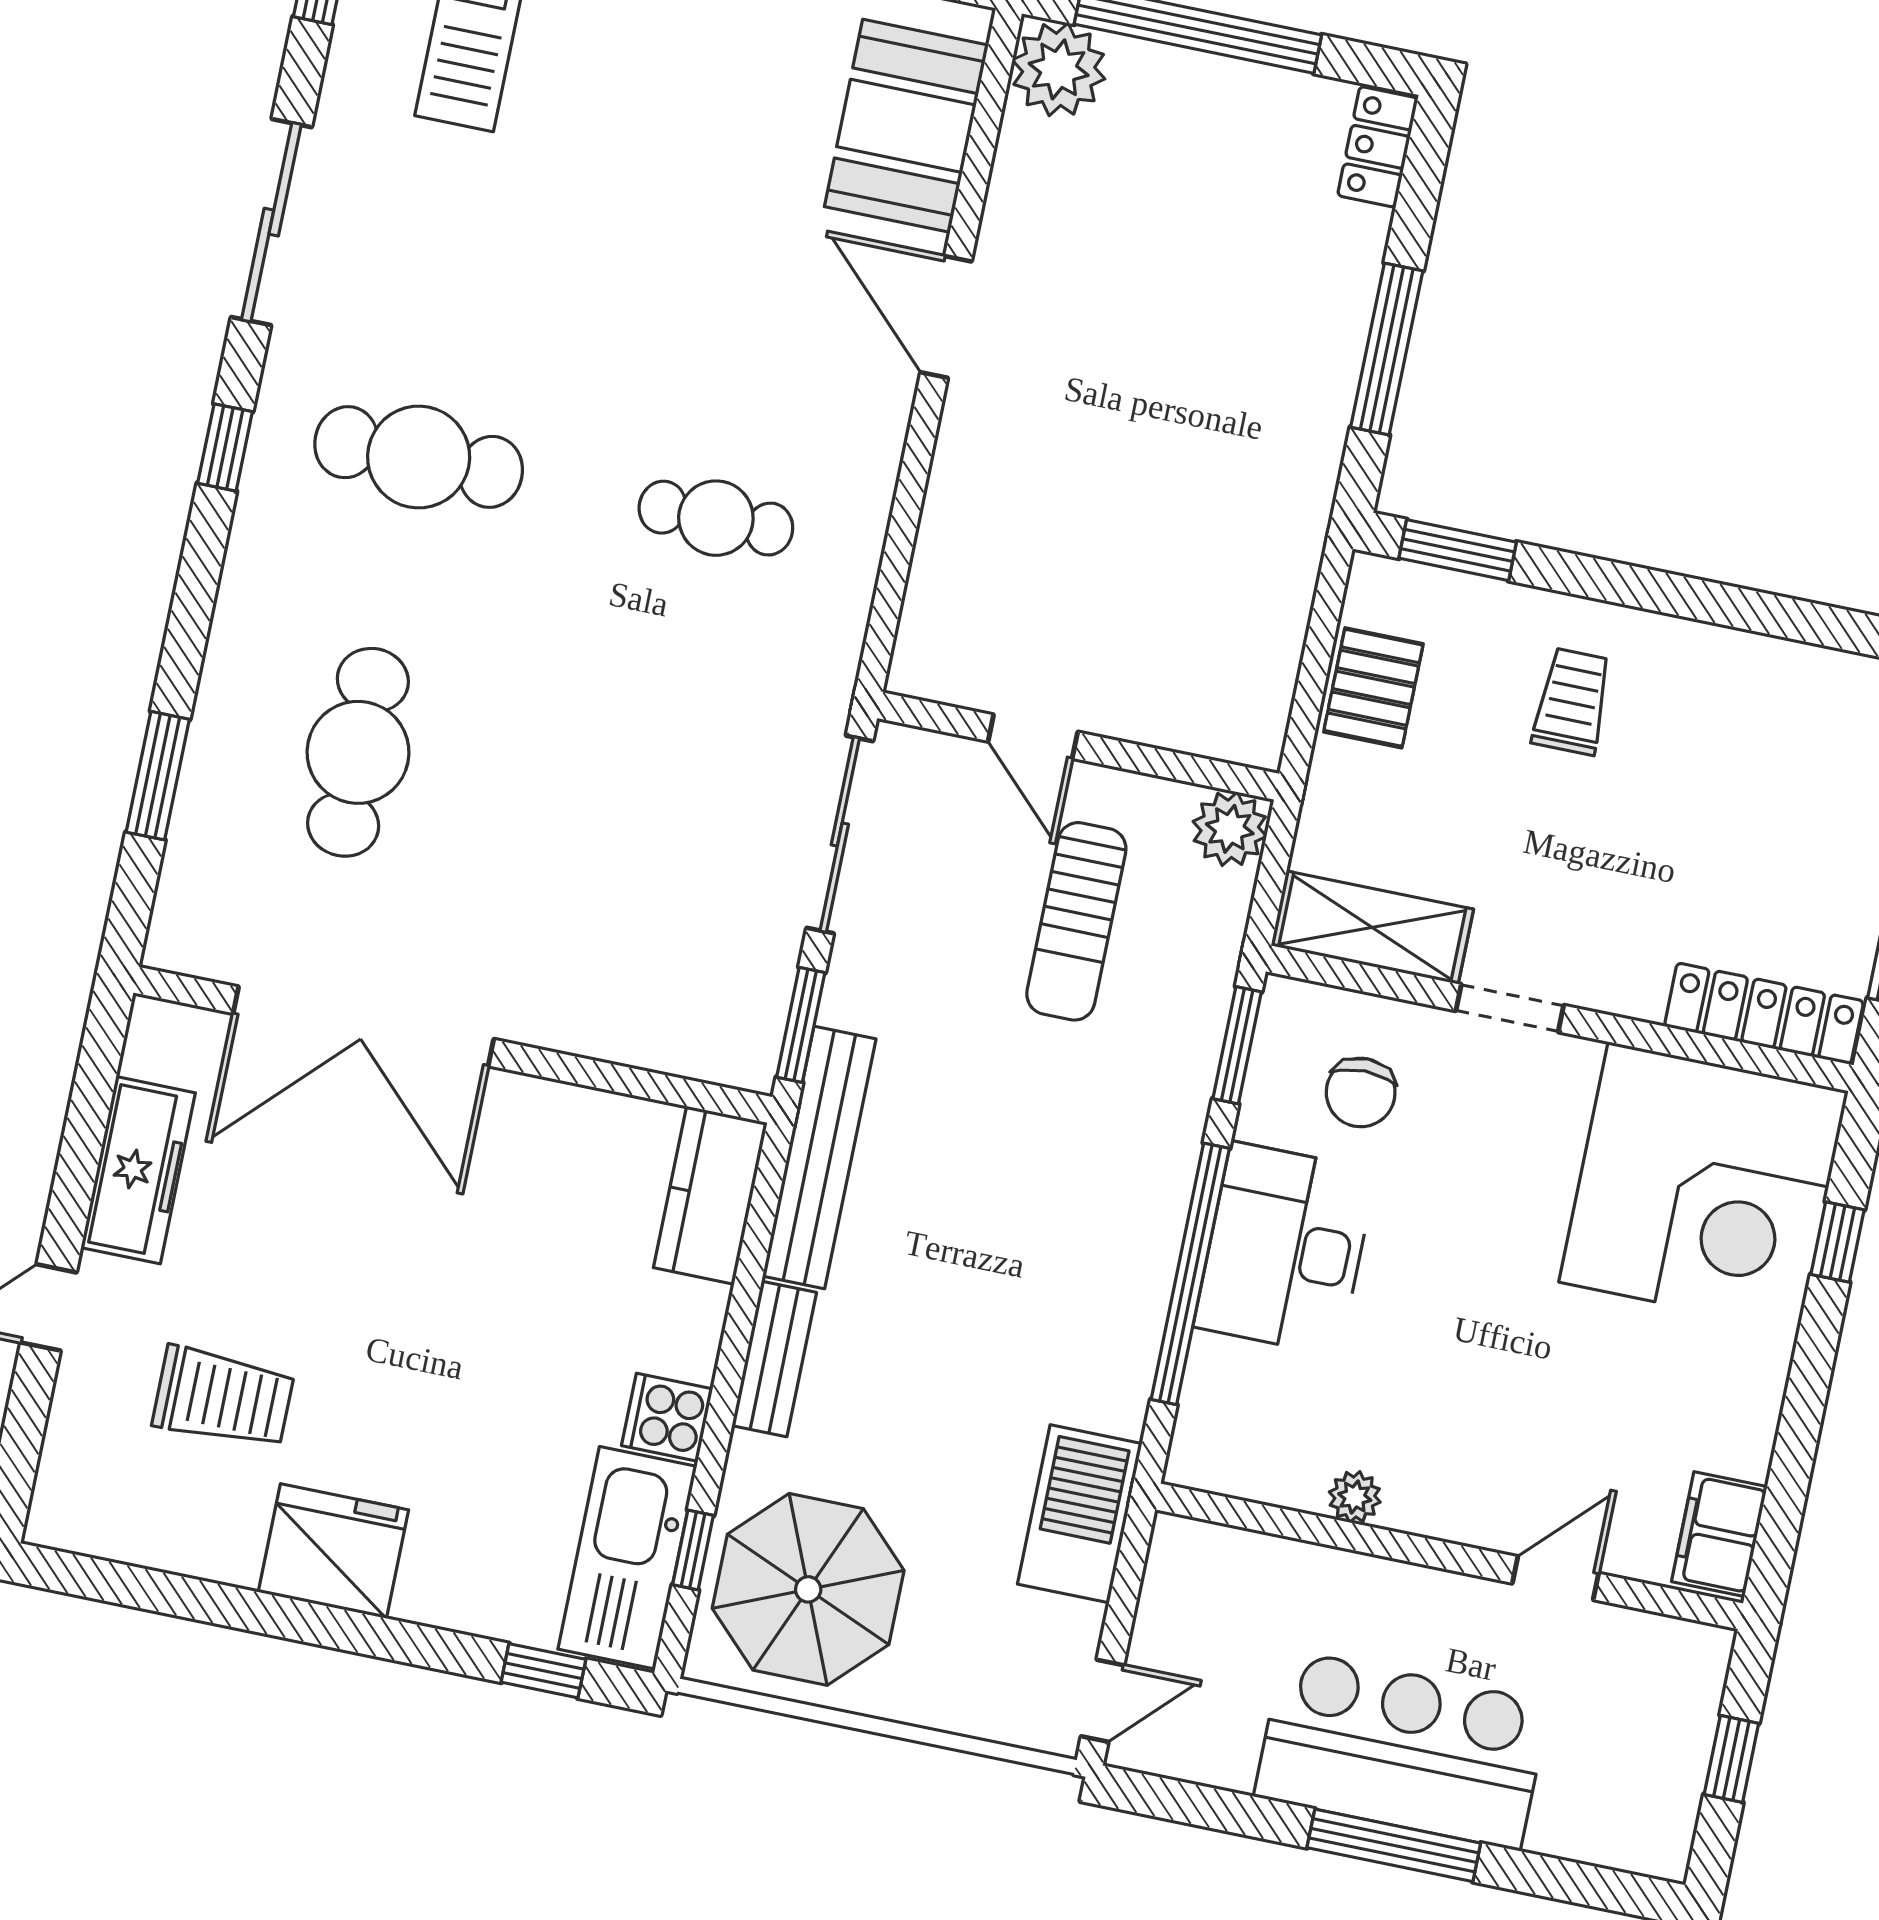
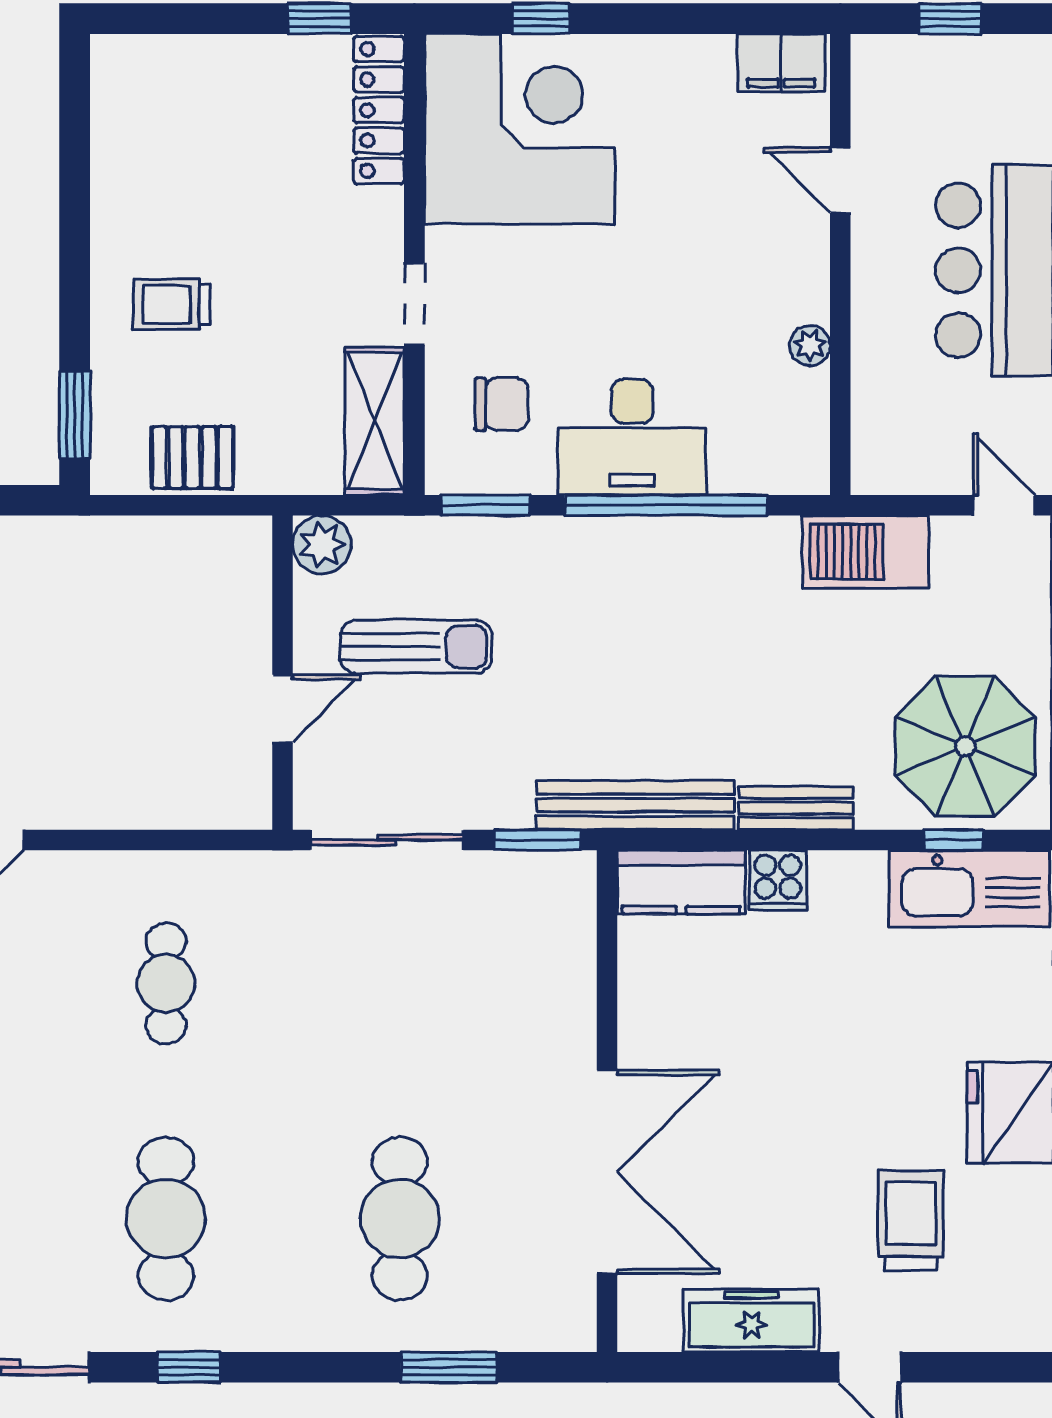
cafe table: (358, 752) -> (400, 1219), turned 90
cooker: (667, 1417) -> (778, 880), moved

